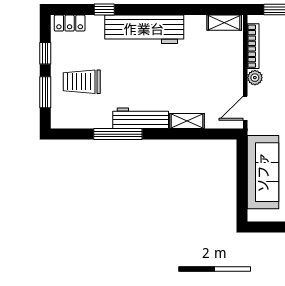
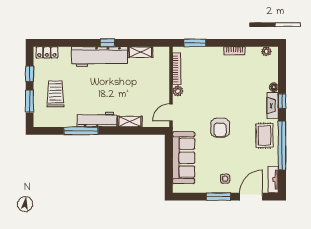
window: (104, 10) -> (107, 43), moved
shelving: (224, 23) -> (141, 52), moved
trolley: (82, 82) -> (55, 94), turned 90

